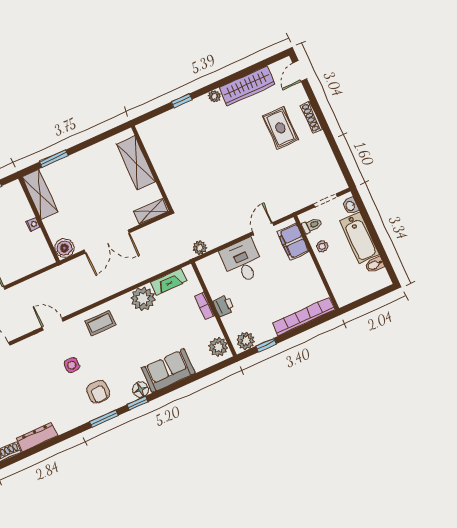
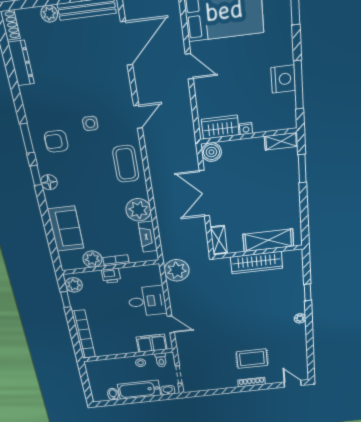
wardrobe: (247, 86) -> (257, 263), moved, turned -90
shelving: (40, 194) -> (281, 141), width x0.67, depth x0.75
wardrobe: (39, 248) -> (220, 127), added
plant: (200, 248) -> (177, 270), width x1.88, depth x1.88
coffee table: (100, 323) -> (126, 164), width x1.36, depth x1.30
plant: (218, 347) -> (92, 259), moved
sofa: (168, 371) -> (66, 229), moved

